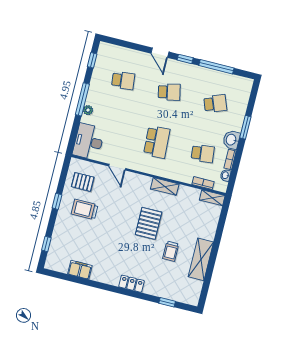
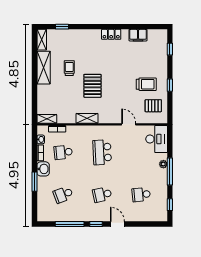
locker: (132, 284) -> (111, 34), moved
shelving: (195, 293) -> (42, 40), added

